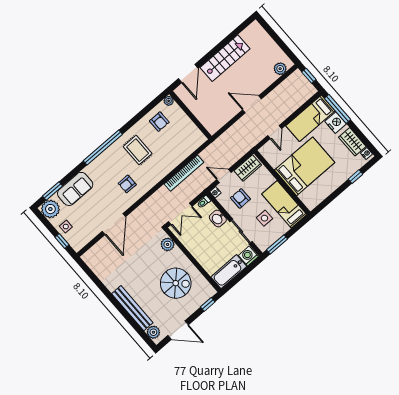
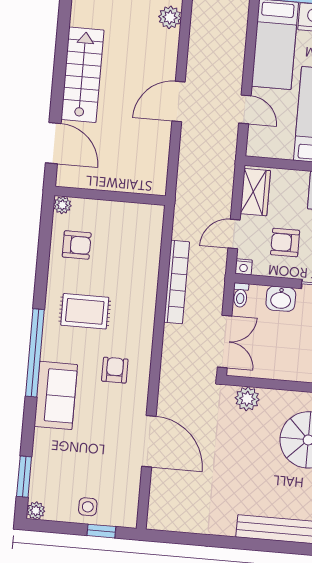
armchair: (127, 184) -> (115, 370), turned 180
sofa: (75, 189) -> (56, 395), moved
plant: (50, 209) -> (36, 511), width x0.53, depth x0.53

